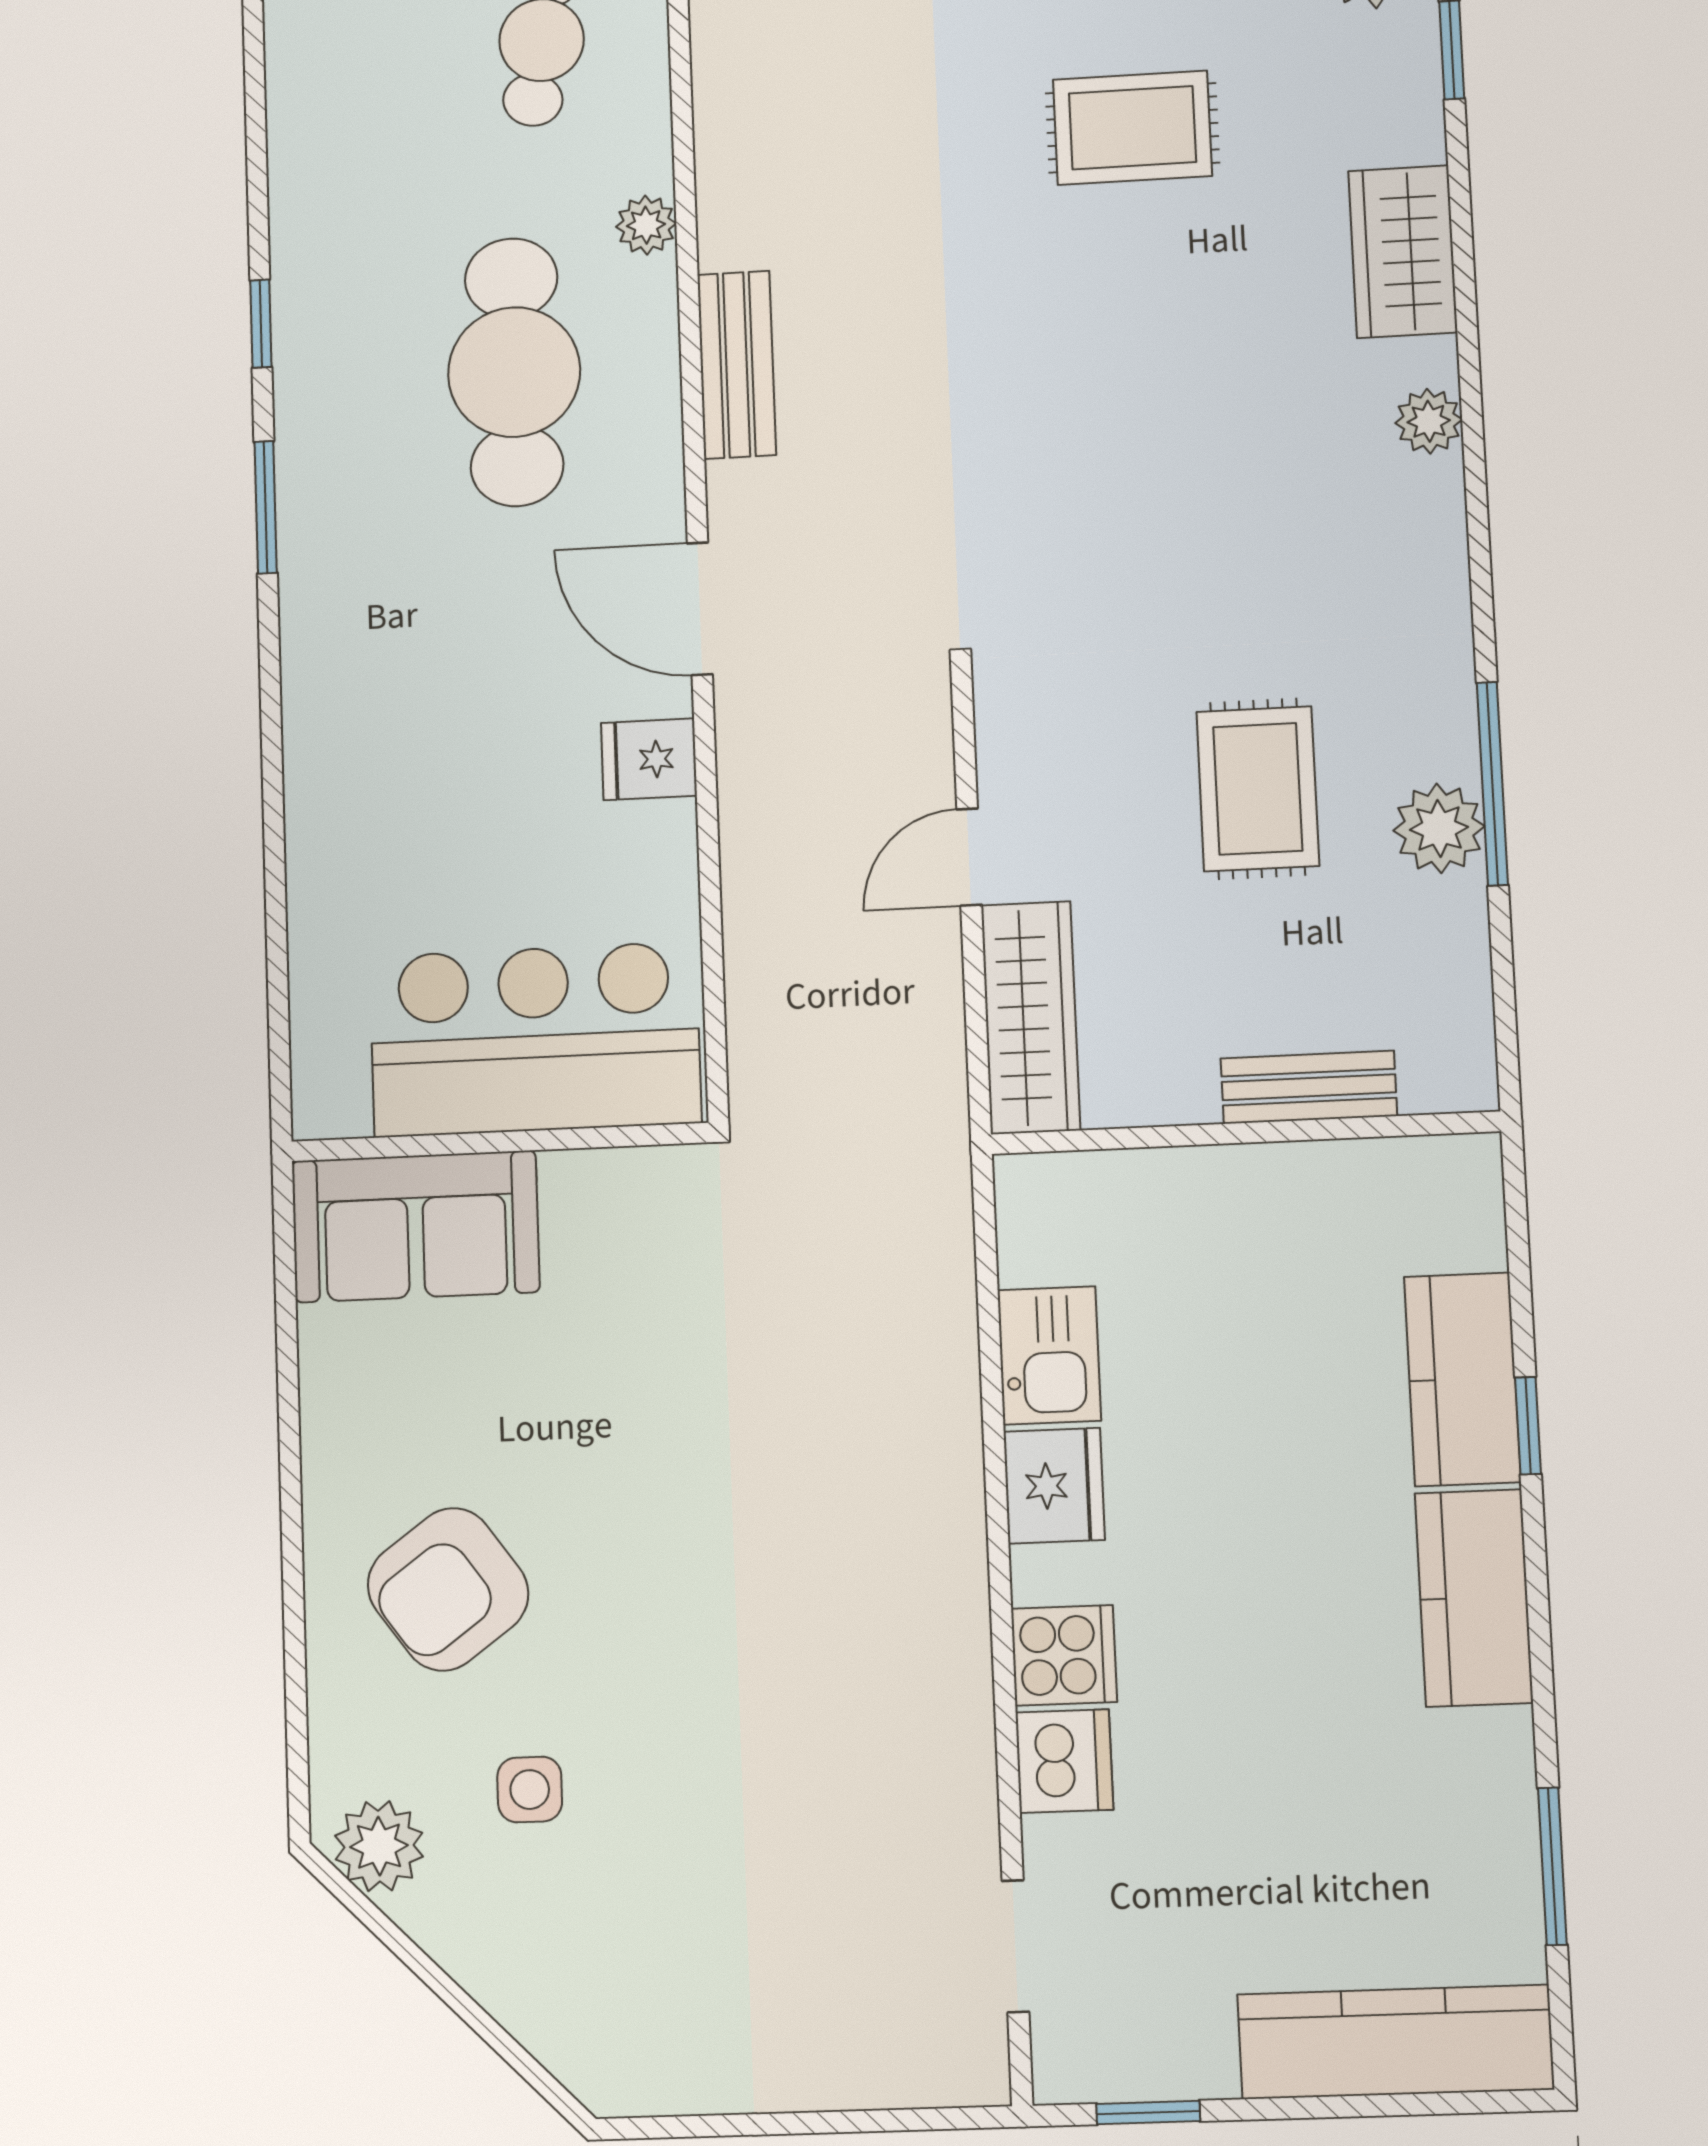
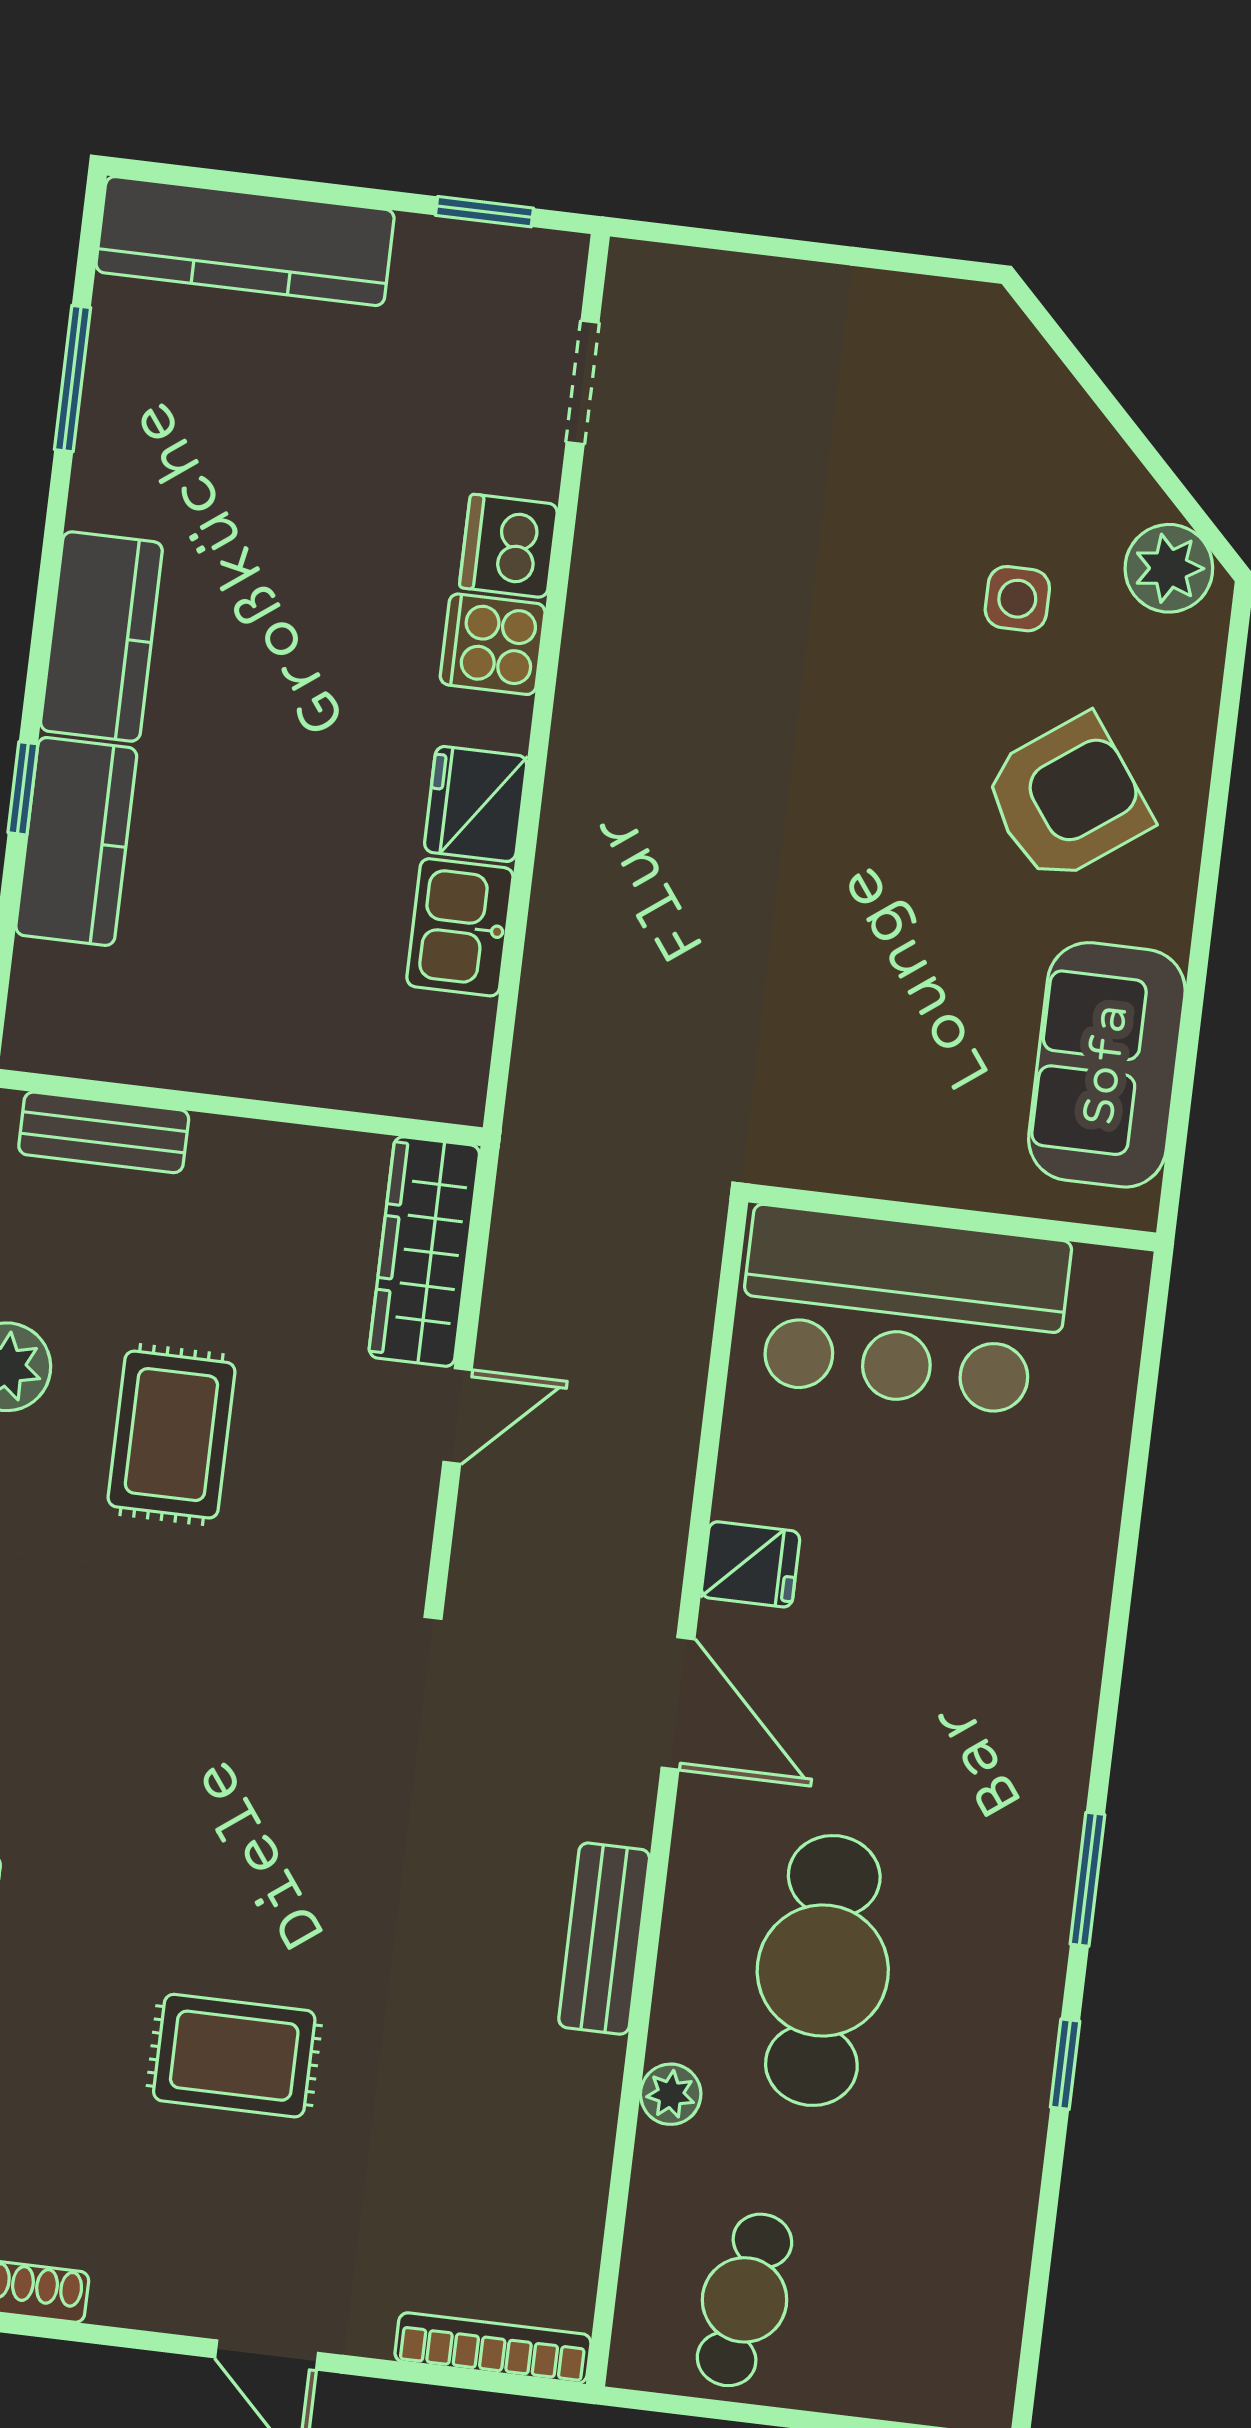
rug: (1132, 128) -> (234, 2056), moved
bench: (1309, 1087) -> (104, 1132), moved
sofa: (415, 1226) -> (1107, 1065), moved, turned -90

